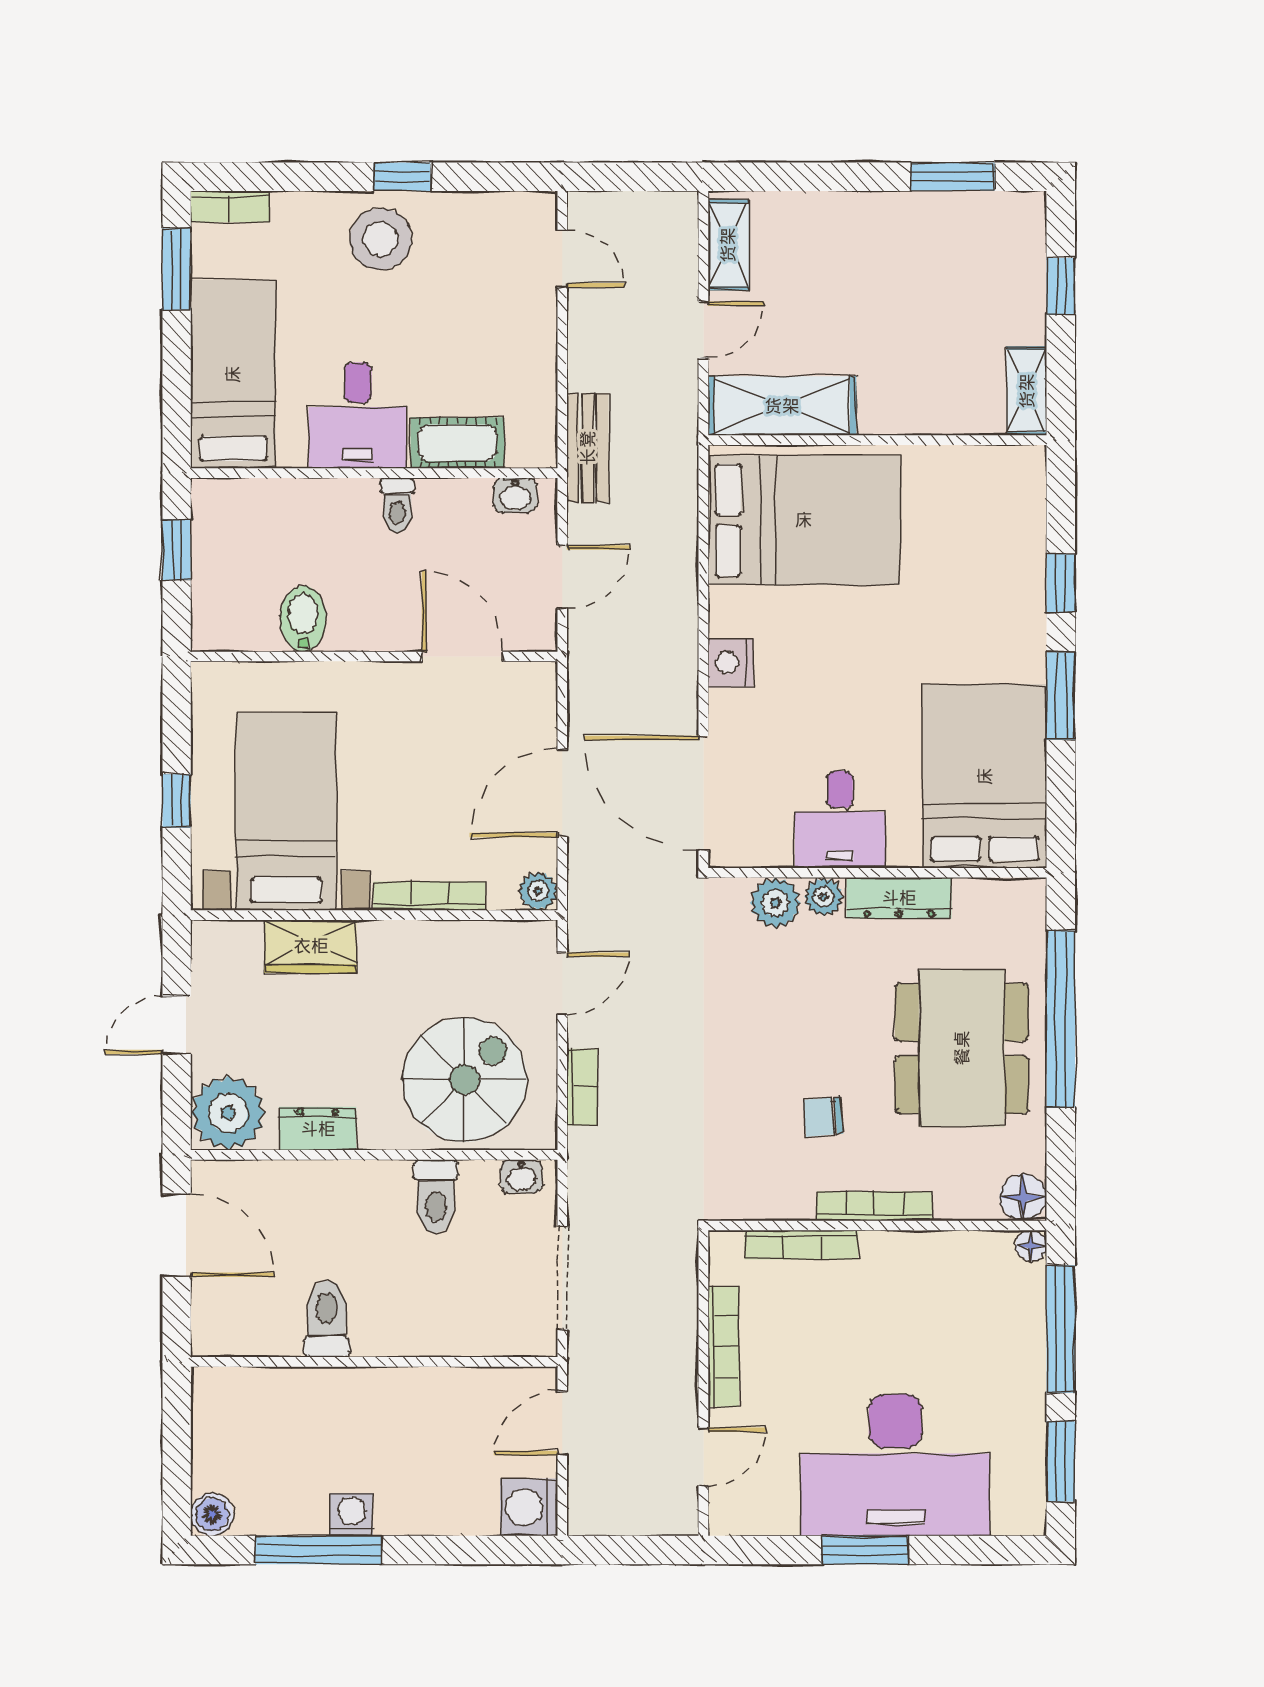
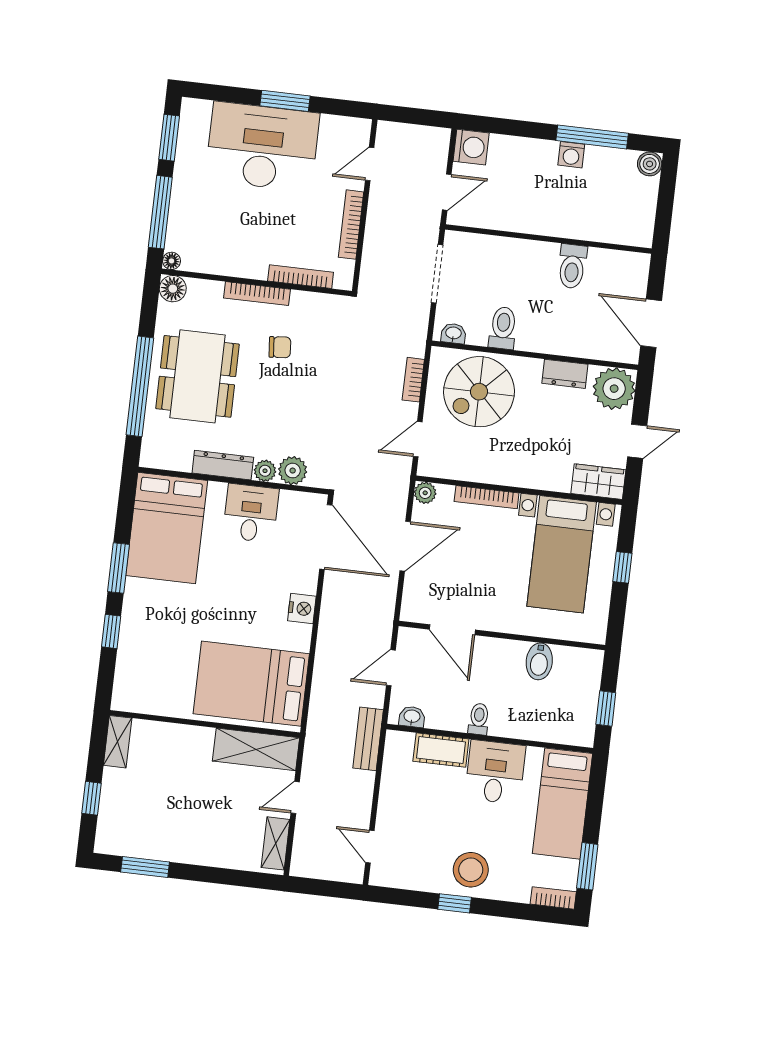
wardrobe: (311, 946) -> (598, 482), moved

